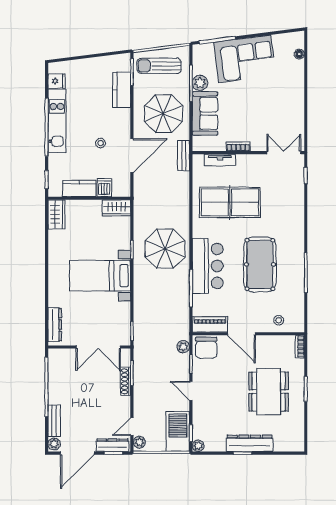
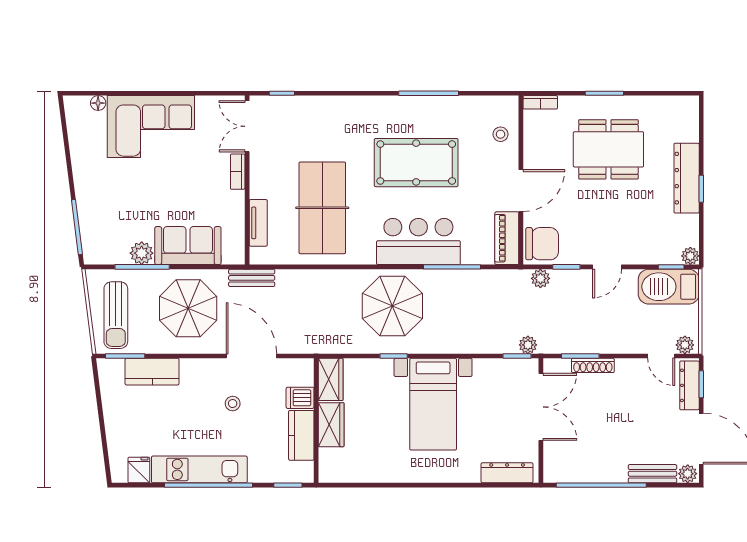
corner sofa: (245, 59) -> (151, 126), moved, turned 97
bookcase: (238, 146) -> (238, 172), moved
wardrobe: (57, 214) -> (331, 425), moved, turned 90
plant: (139, 338) -> (528, 345), added

